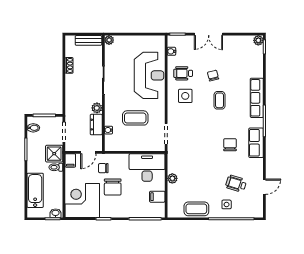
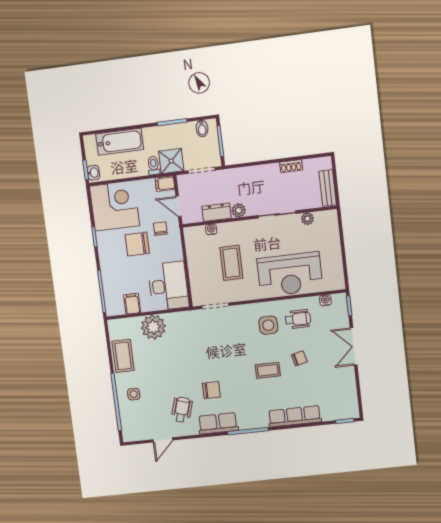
plant: (109, 40) -> (307, 219), moved
plant: (258, 40) -> (353, 412), removed
wheelchair: (183, 73) -> (298, 319), turned 90
row of seats: (257, 98) -> (295, 416), moved
plant: (172, 178) -> (153, 327), width x1.87, depth x1.87
wheelchair: (236, 184) -> (182, 410), moved
door: (264, 187) -> (163, 440), hinge flipped

